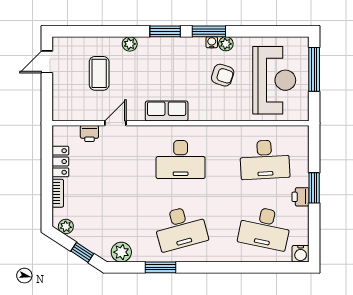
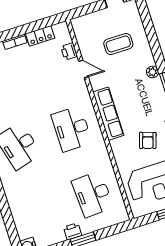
plant: (130, 44) -> (152, 72), moved
row of seats: (167, 111) -> (108, 114), width x1.48
desk: (265, 228) -> (39, 211), removed

